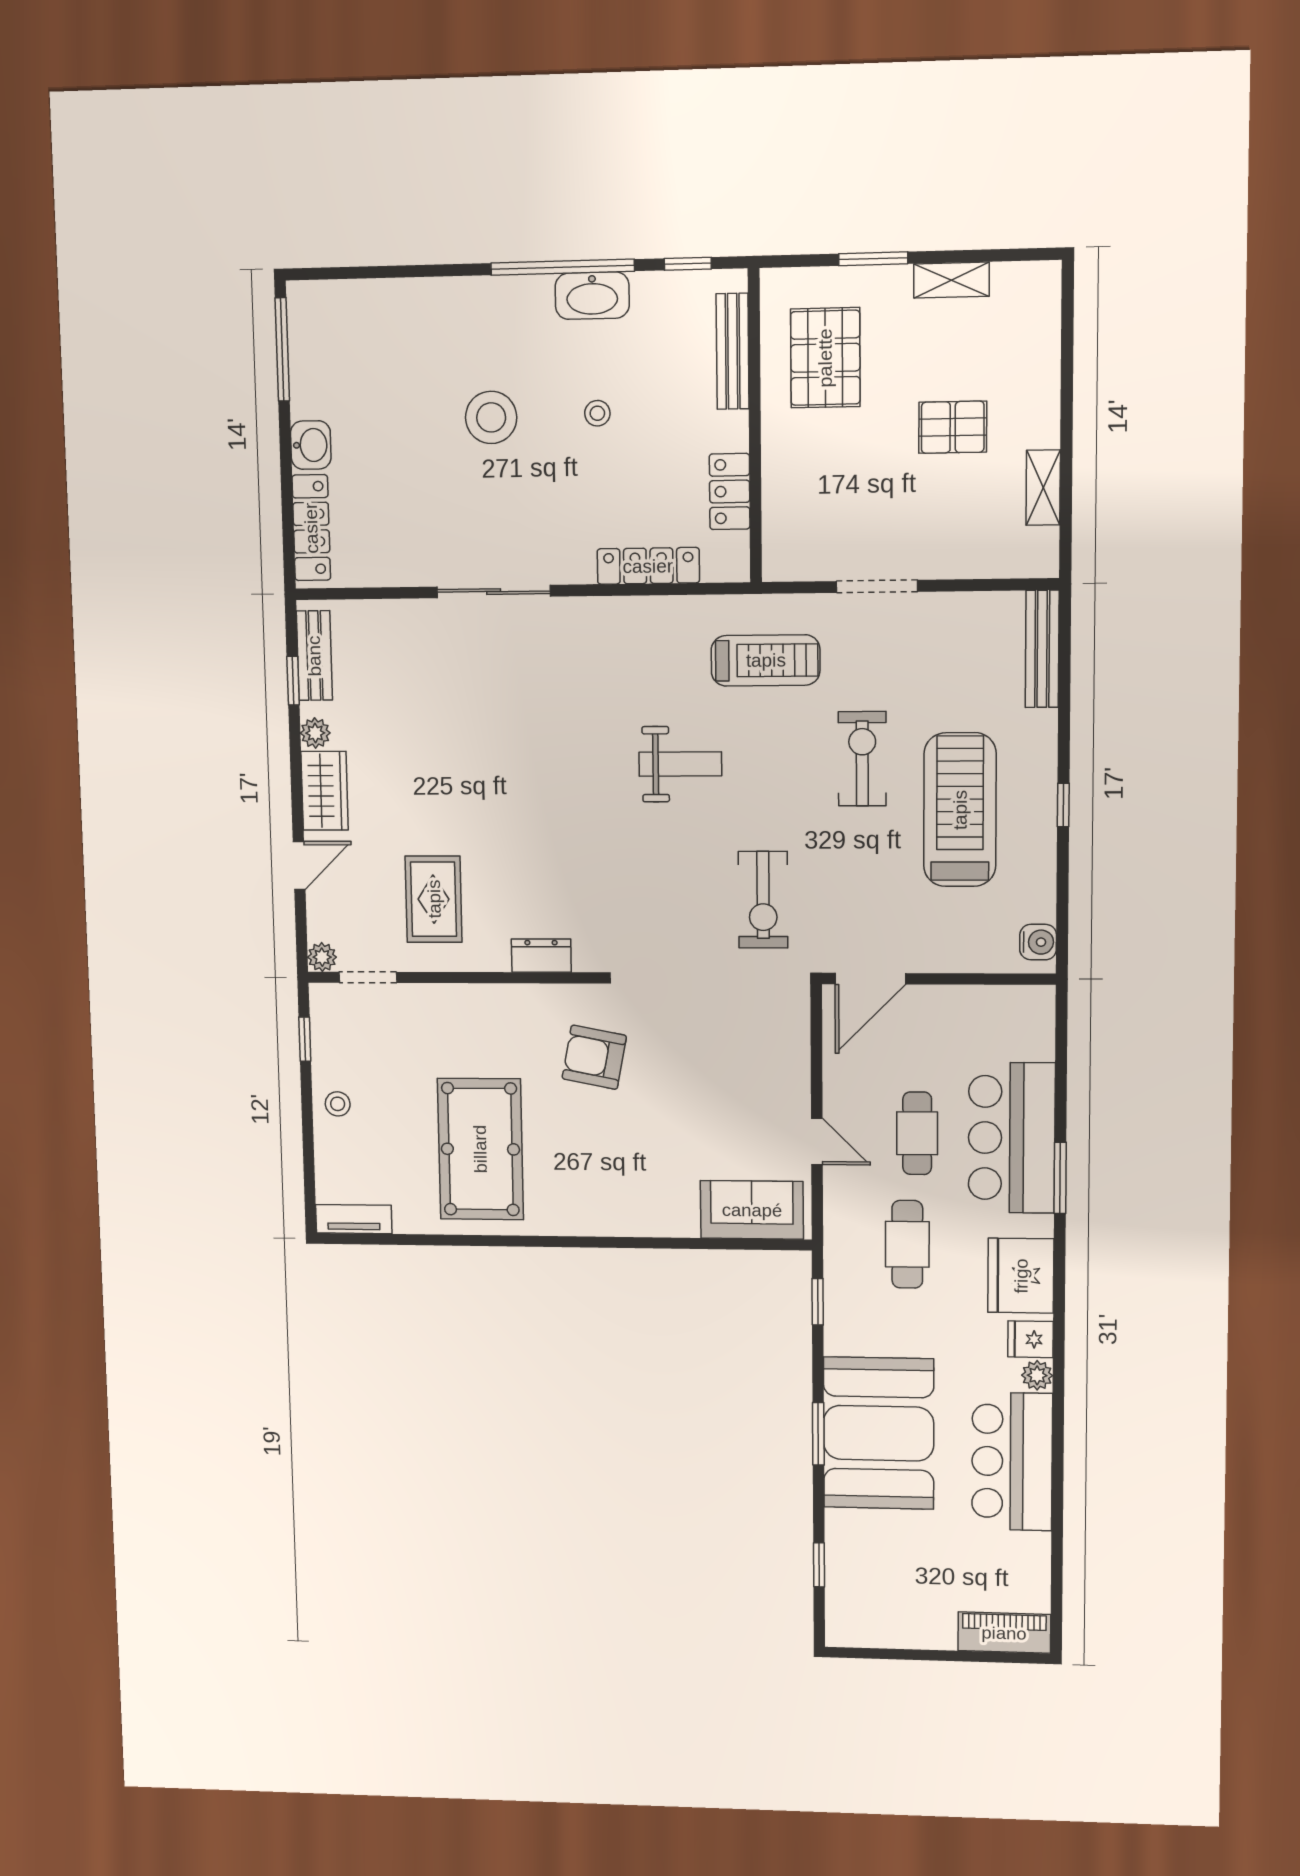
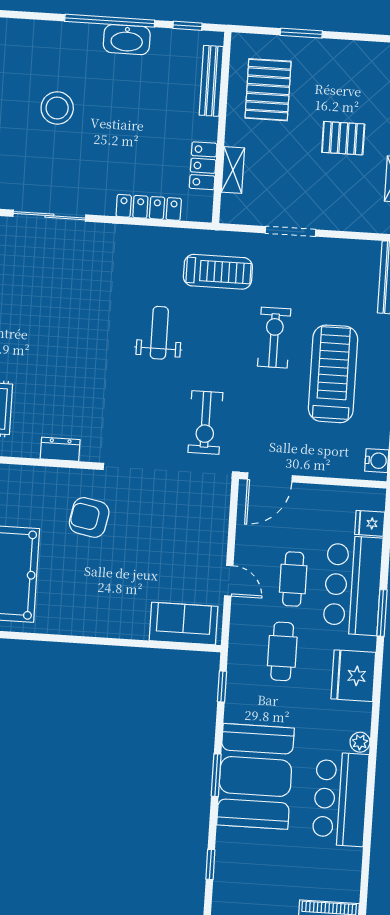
shelving: (951, 280) -> (233, 170), moved, turned 90
stool: (597, 413) -> (124, 111), removed
weight bench: (680, 764) -> (159, 333), turned -90
fridge: (1030, 1339) -> (370, 523), moved

